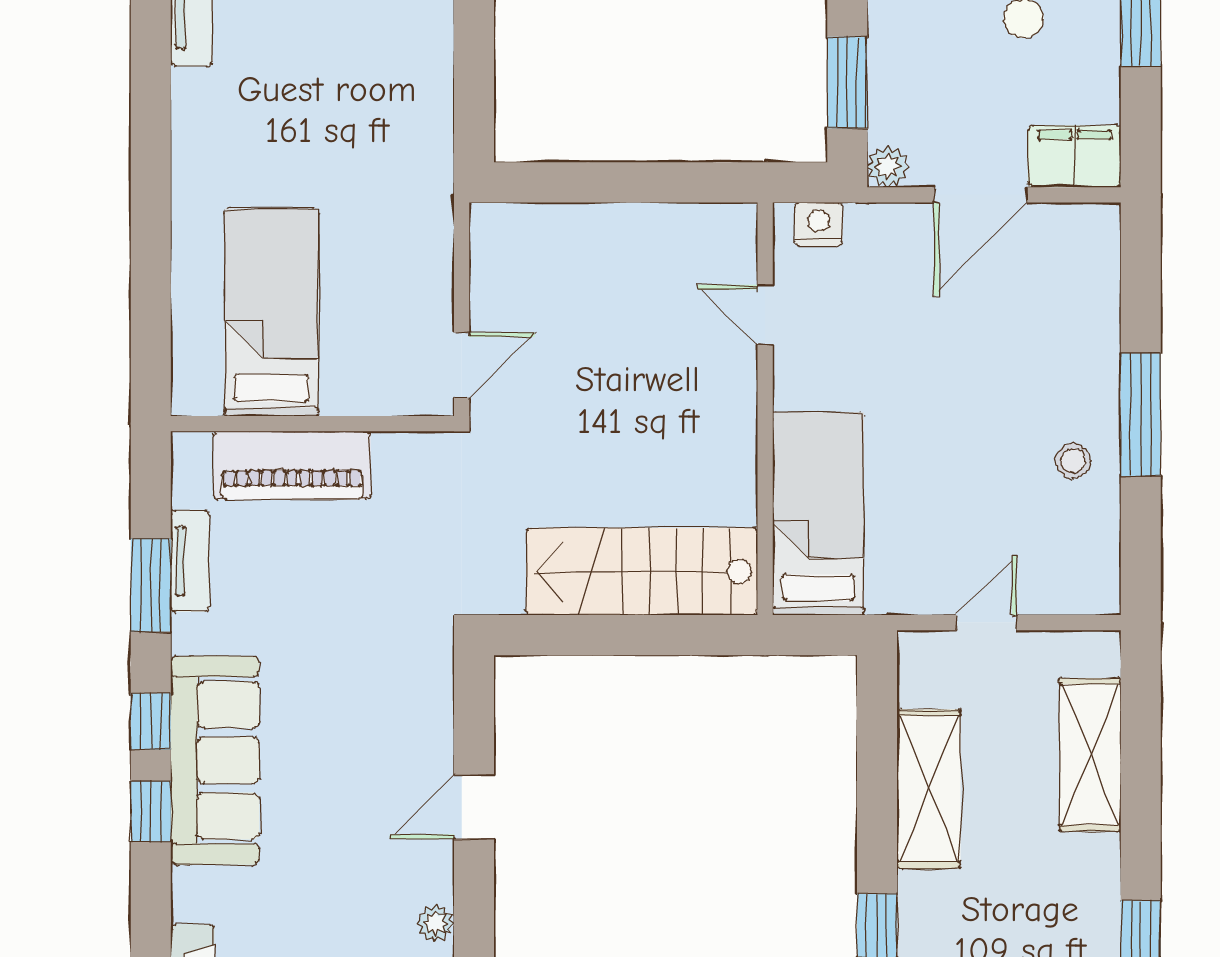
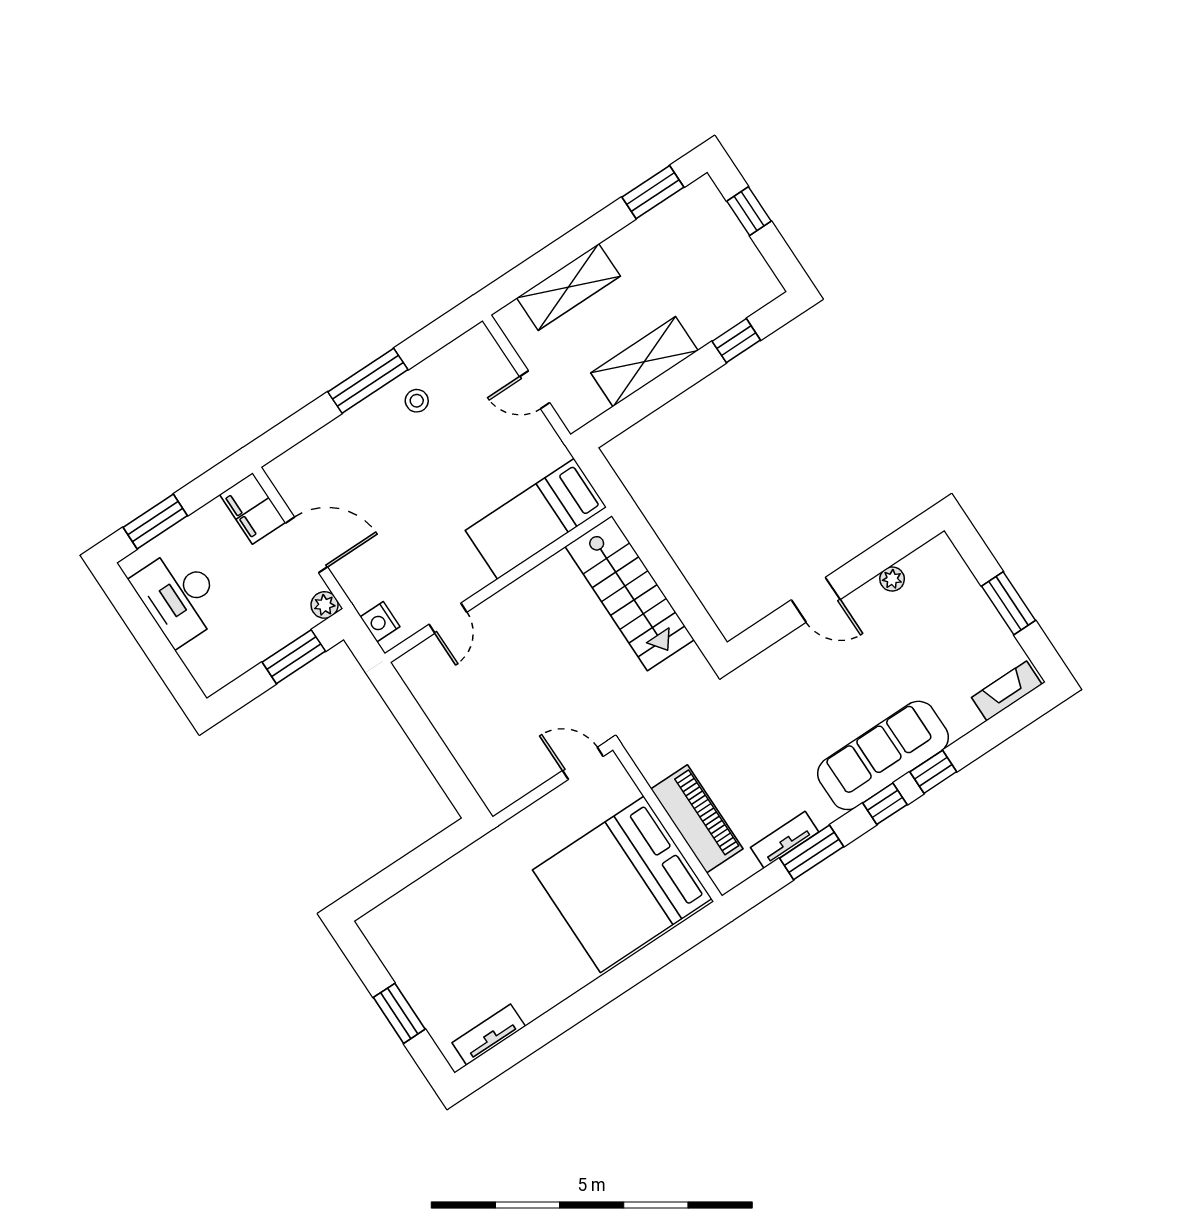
bed: (272, 313) -> (622, 884), width x2.04

